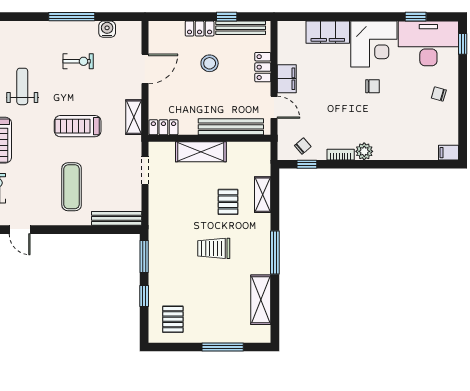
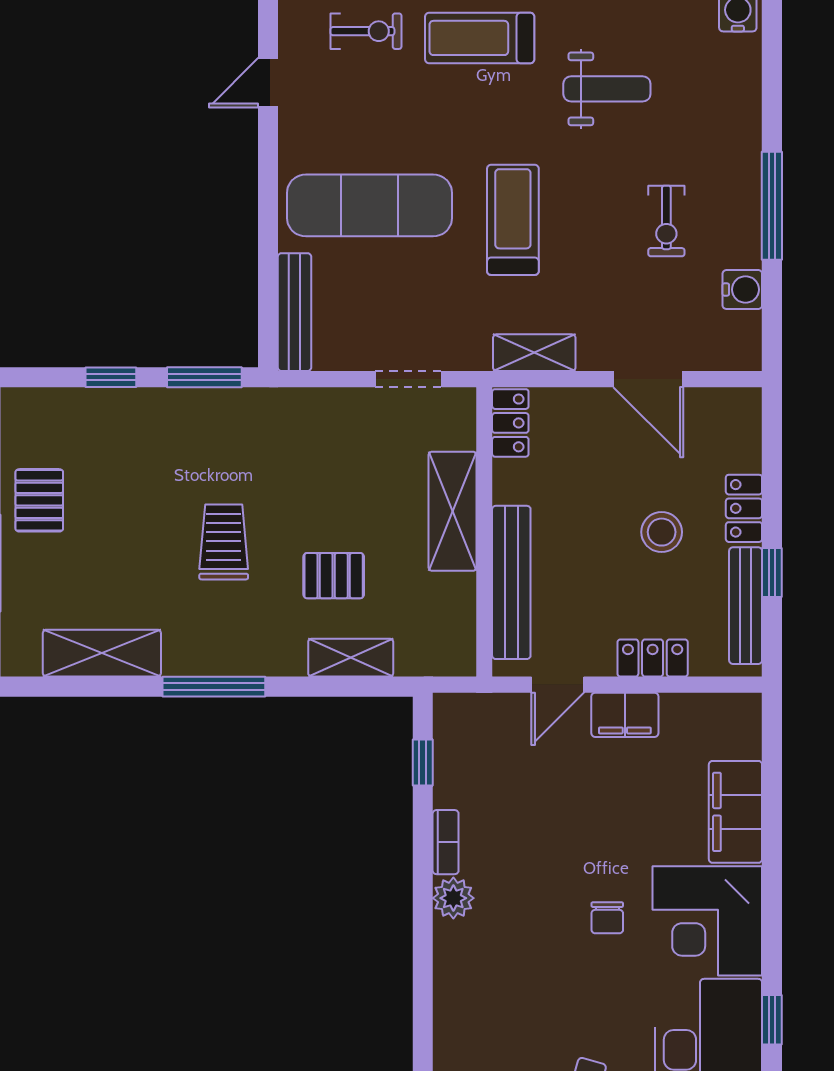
chair: (303, 146) -> (466, 753), removed
exercise mat: (72, 187) -> (369, 205), width x1.36, depth x1.45
pallet: (173, 319) -> (39, 500), moved, turned 90

